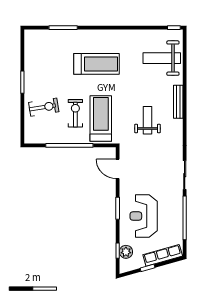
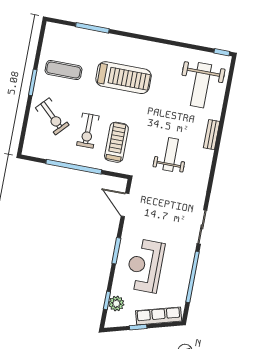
weight bench: (162, 58) -> (201, 85), turned -90
exercise mat: (46, 67) -> (64, 70), added
bench: (178, 102) -> (212, 135), width x0.73
exercise bike: (44, 107) -> (52, 116), turned 52
exercise bike: (75, 113) -> (88, 131), turned 180
treadmill: (101, 118) -> (116, 142), width x0.73, depth x0.73

